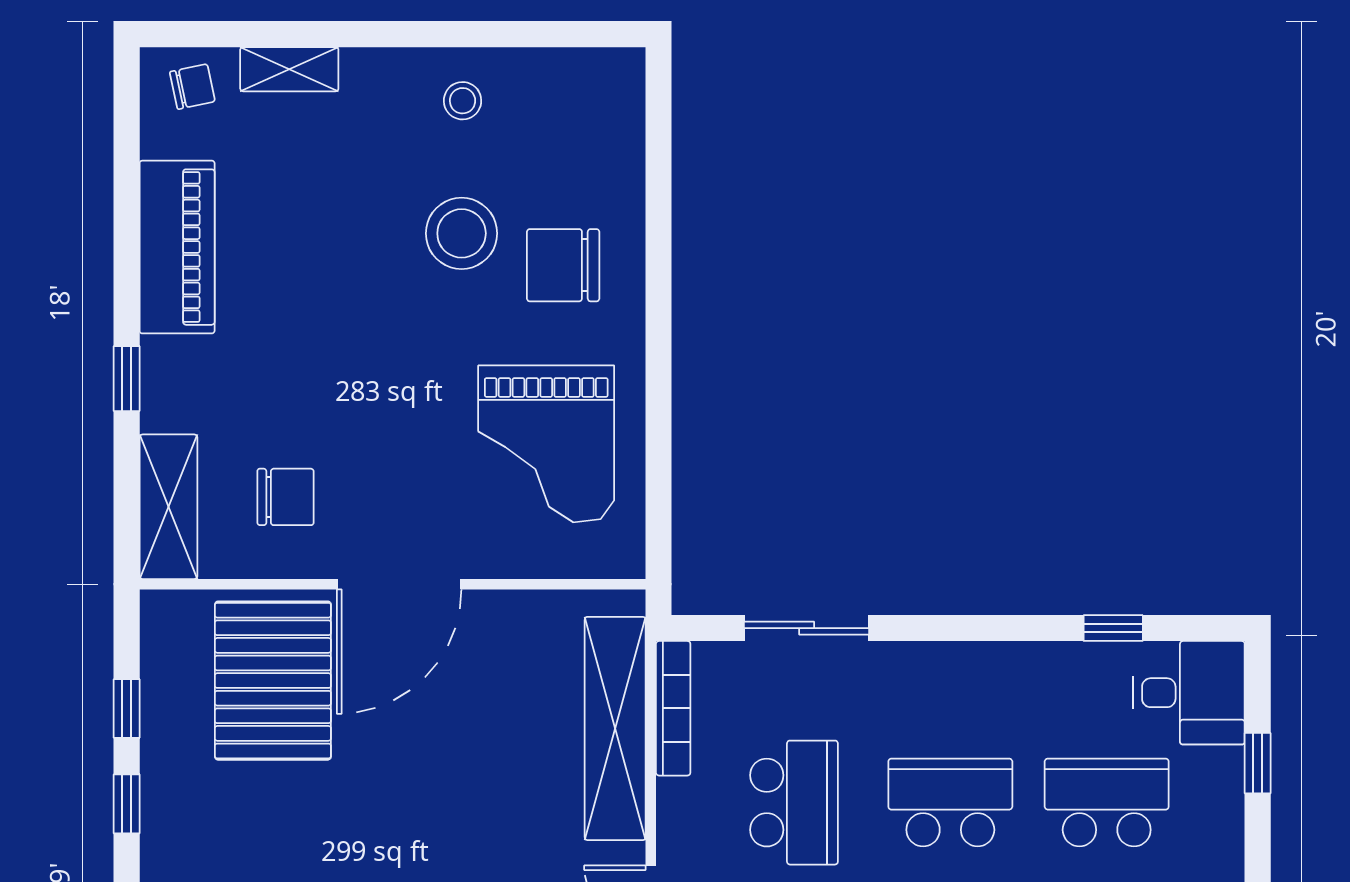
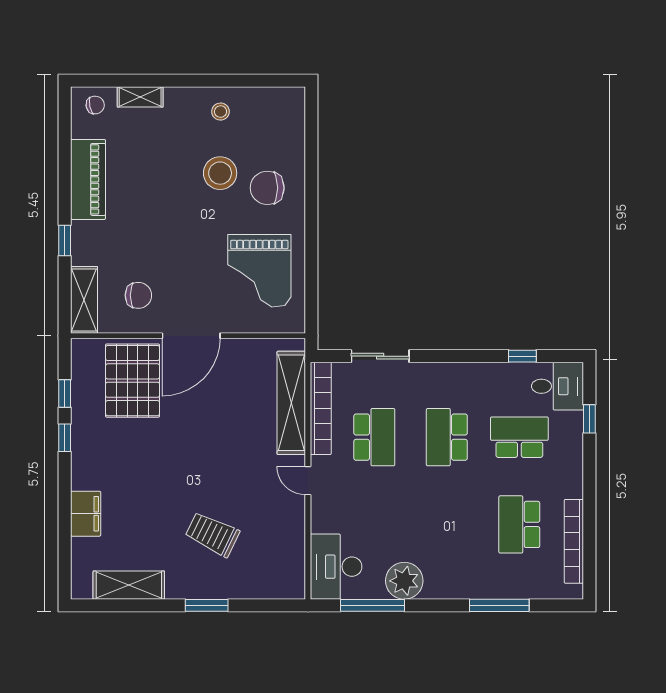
bookcase: (673, 708) -> (321, 408), width x1.48, depth x1.31
school desk: (950, 803) -> (447, 437), turned -90

